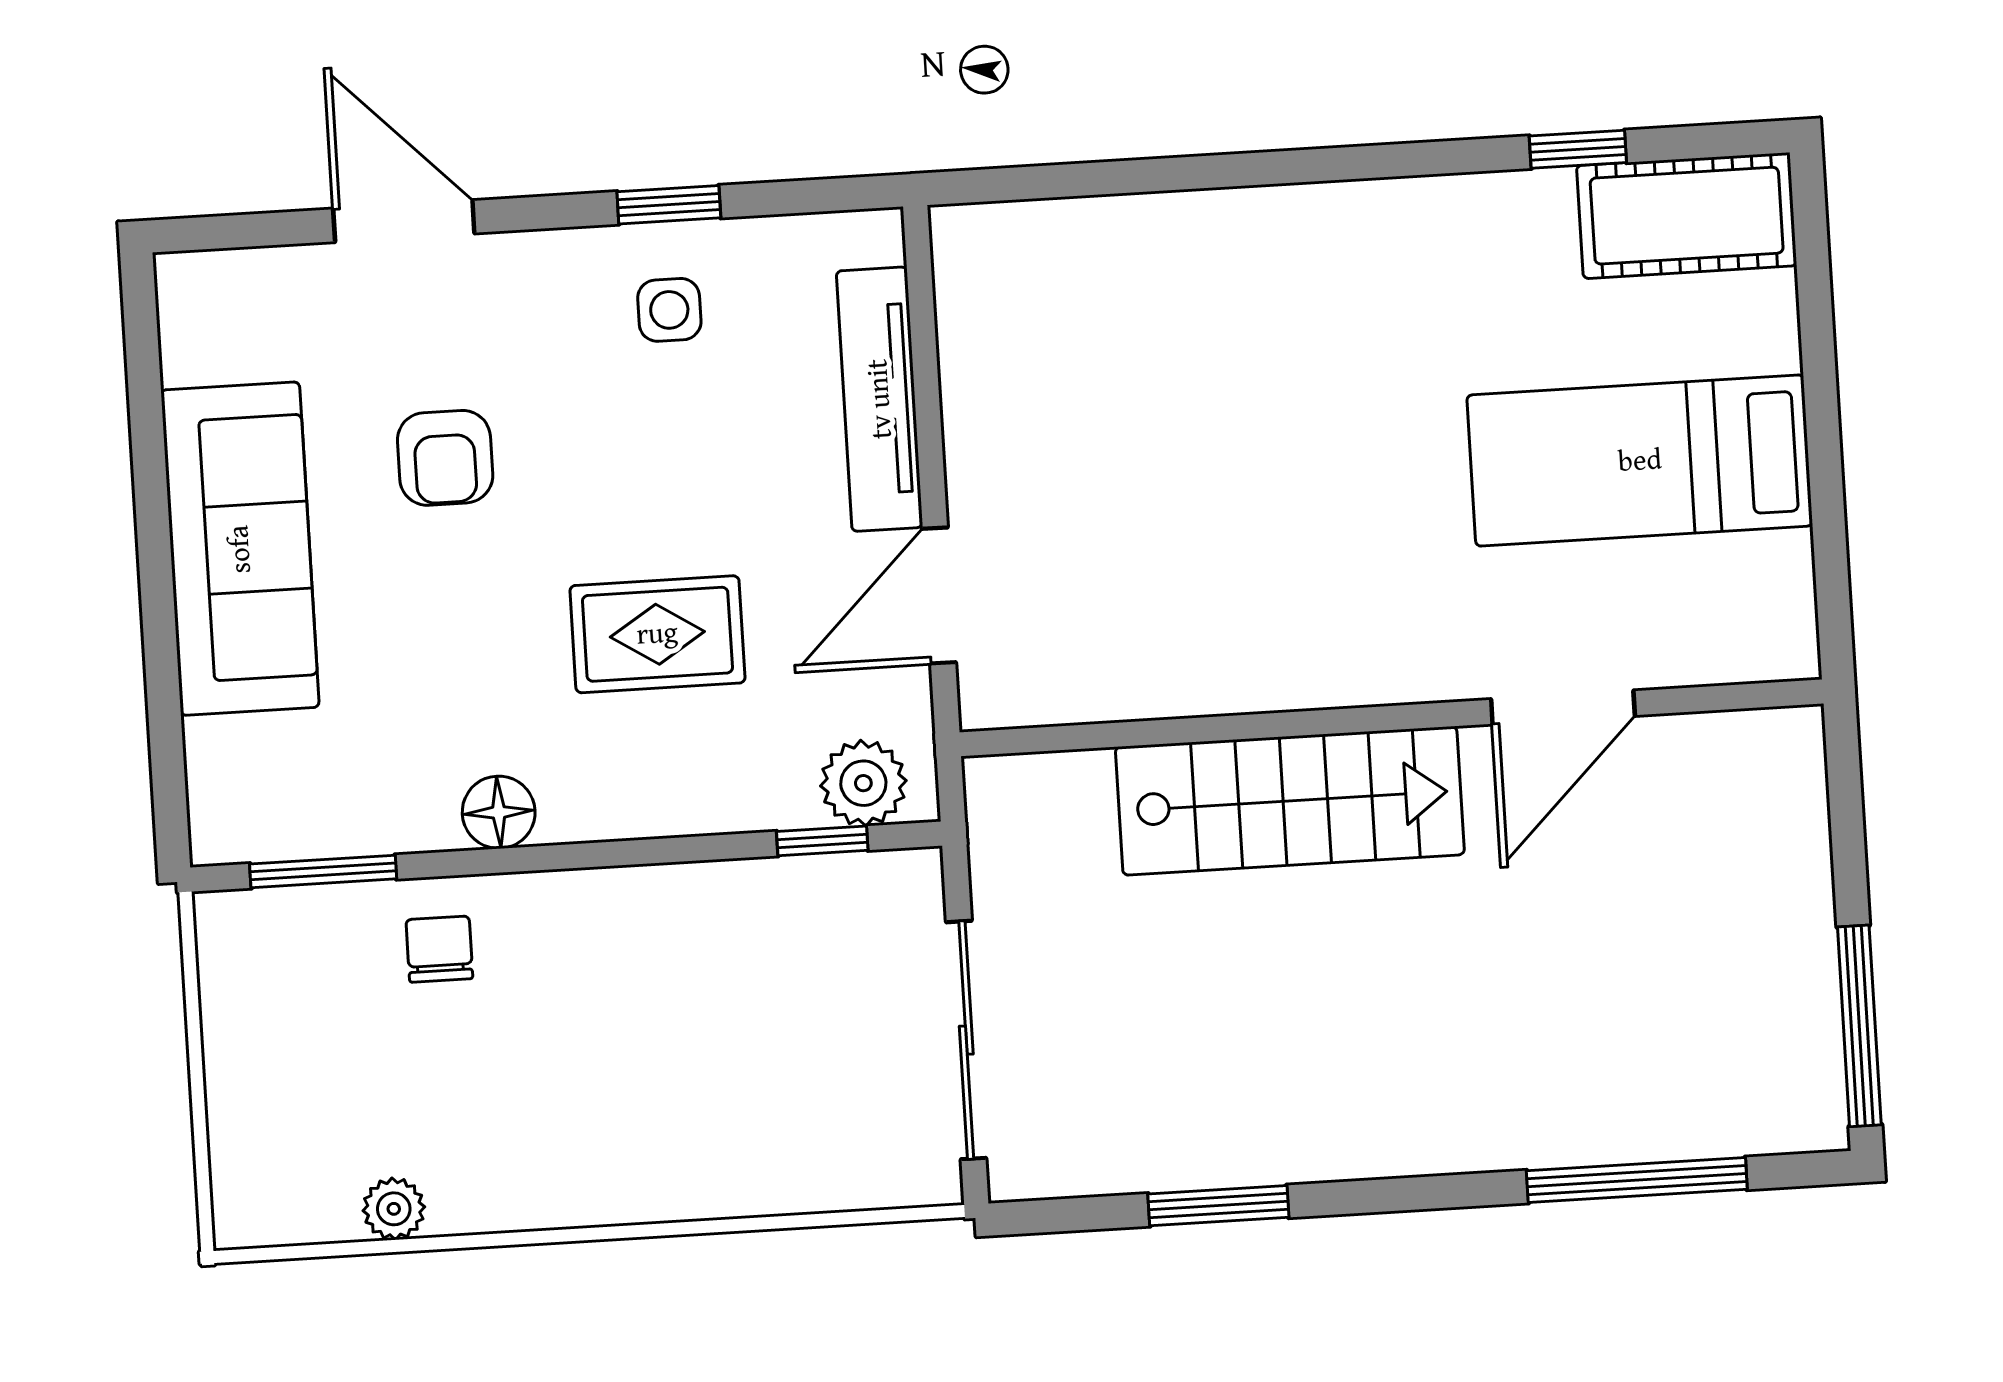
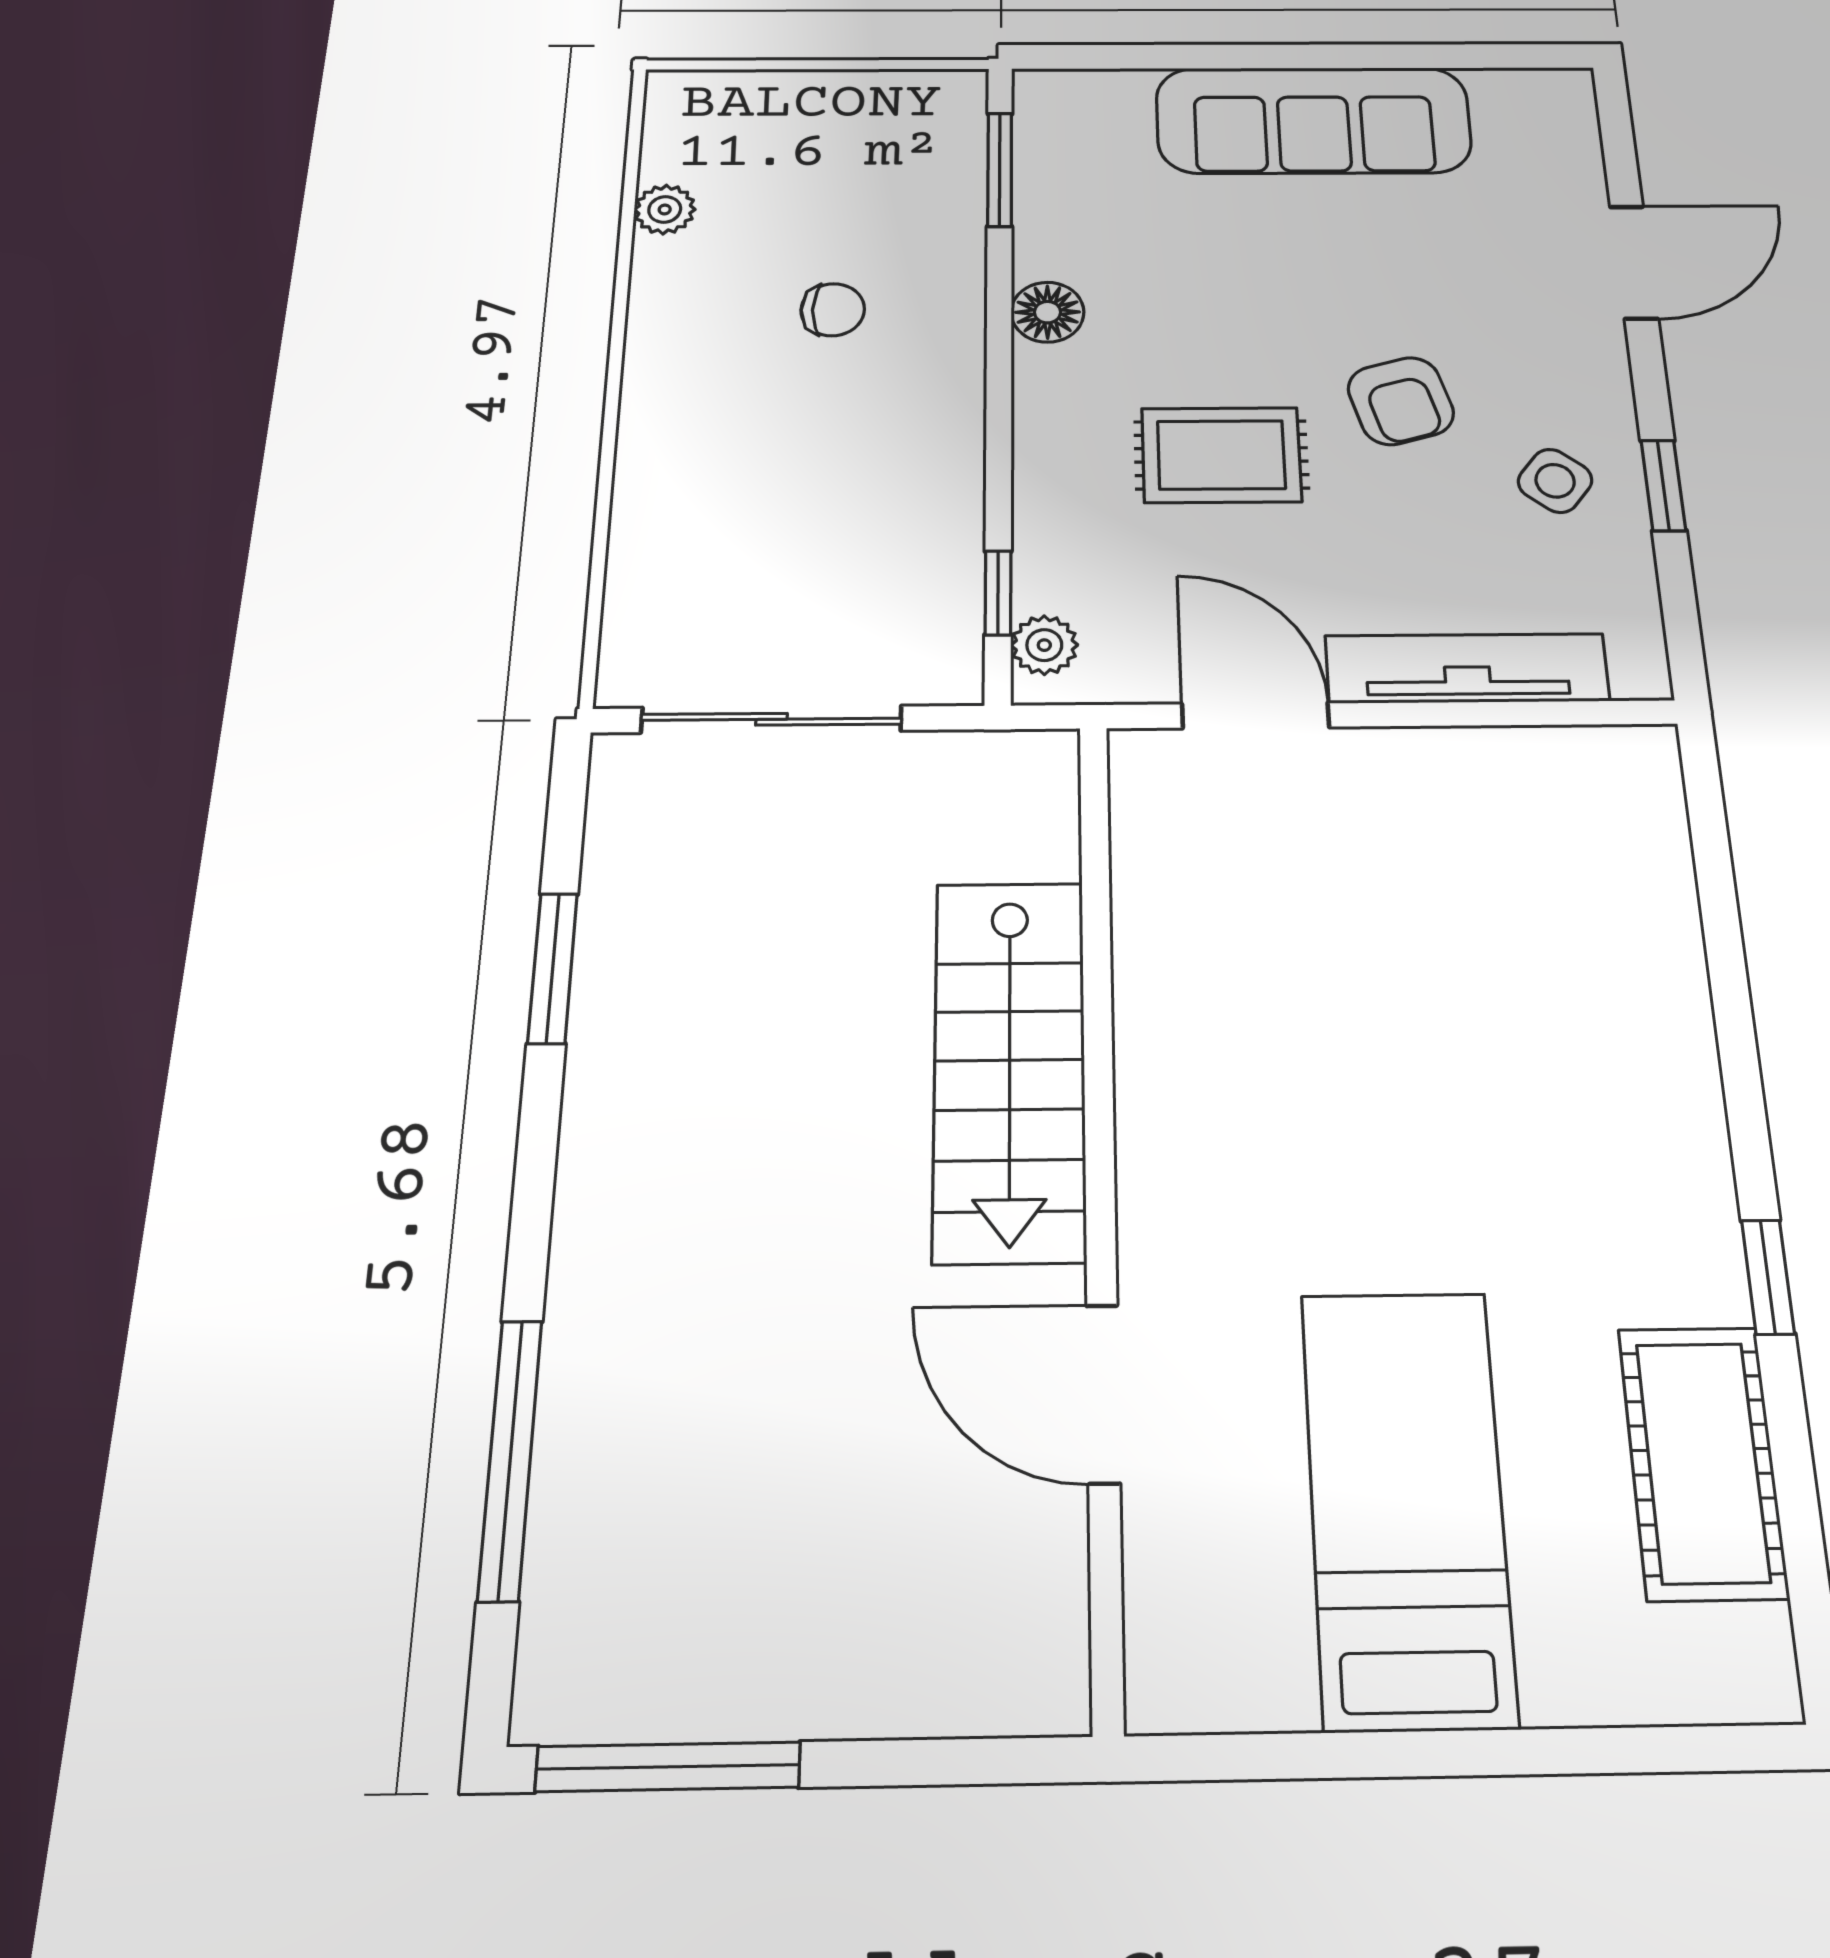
window: (1578, 149) -> (1768, 1277), moved
cot: (1687, 216) -> (1702, 1462), moved
side table: (669, 310) -> (1555, 481), turned 38
armchair: (445, 458) -> (1401, 401), moved, turned -106
rug: (657, 634) -> (1221, 455), turned 90
plant: (863, 783) -> (1044, 645), width x0.73, depth x0.73
chair: (439, 949) -> (833, 310), moved

